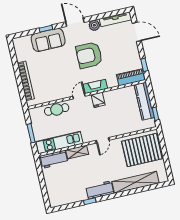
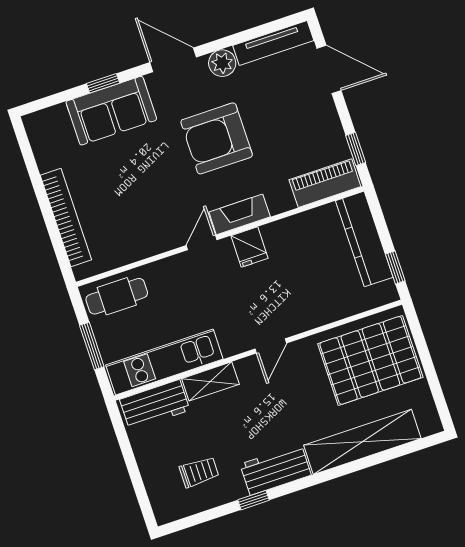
cafe table: (57, 109) -> (117, 296), moved
trolley: (69, 188) -> (199, 472), added

